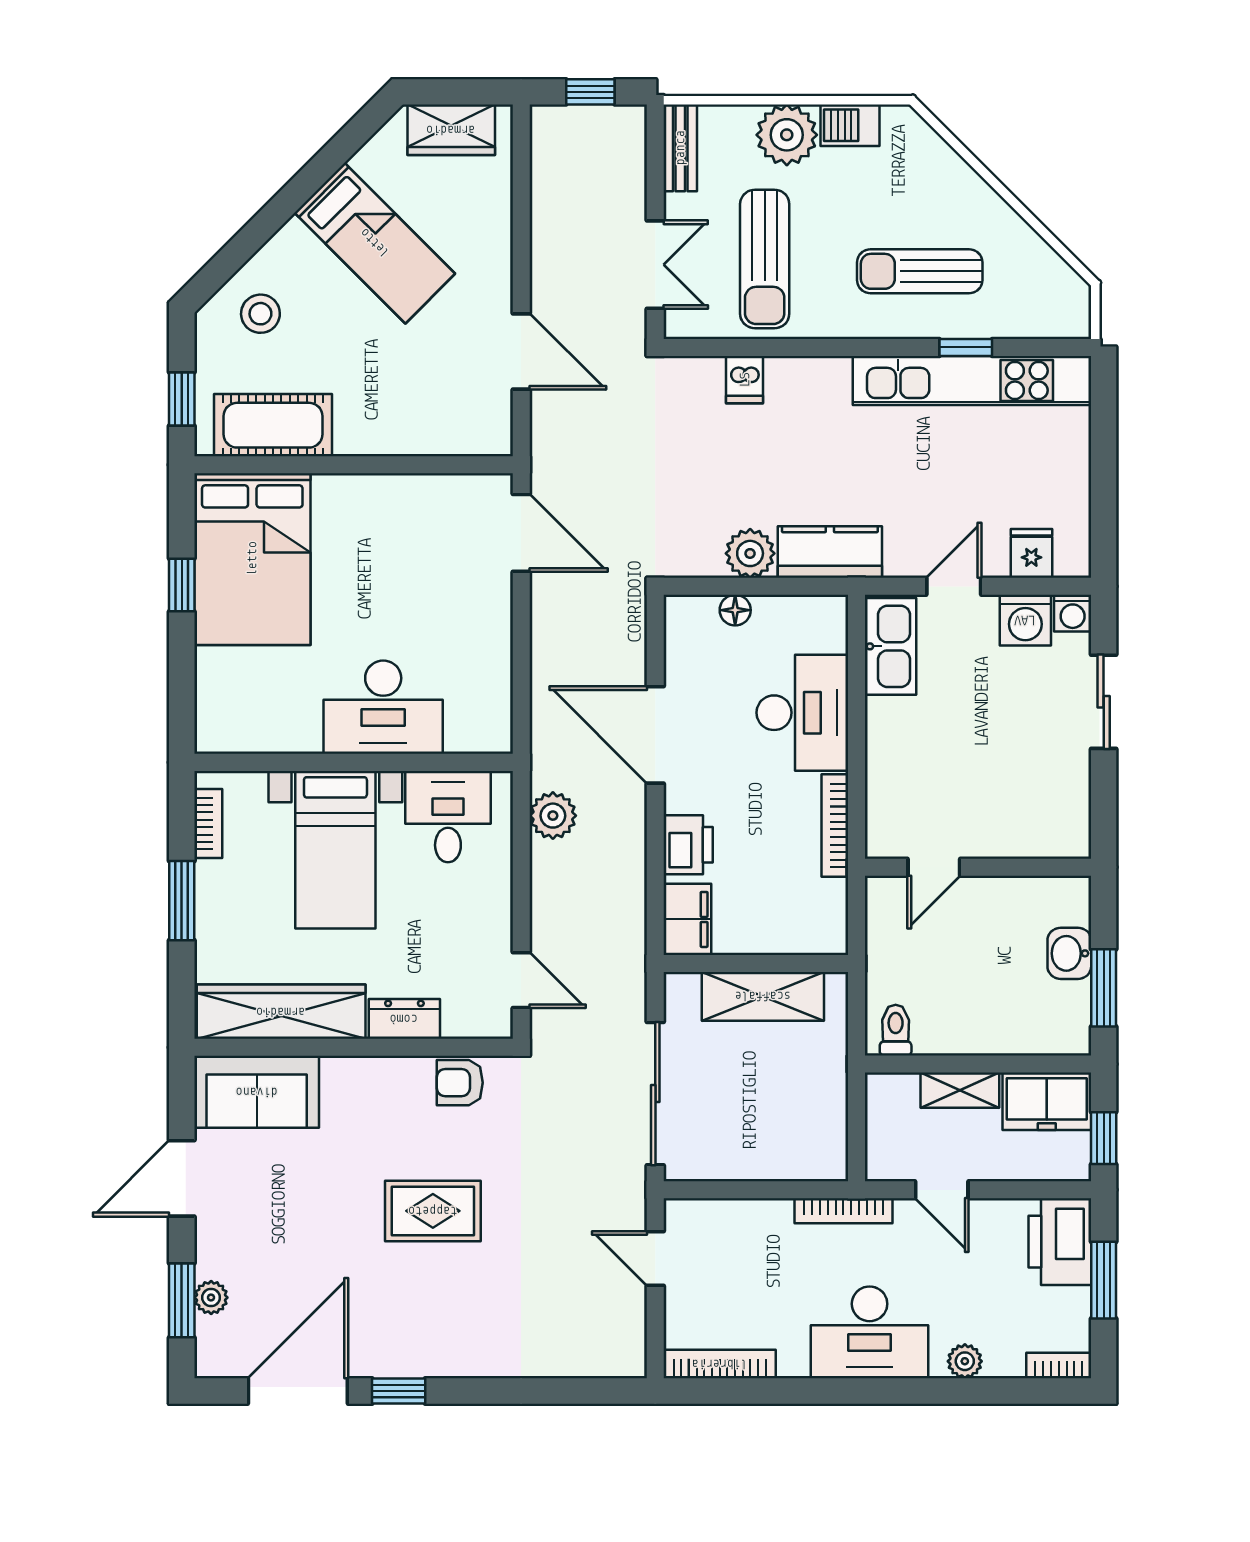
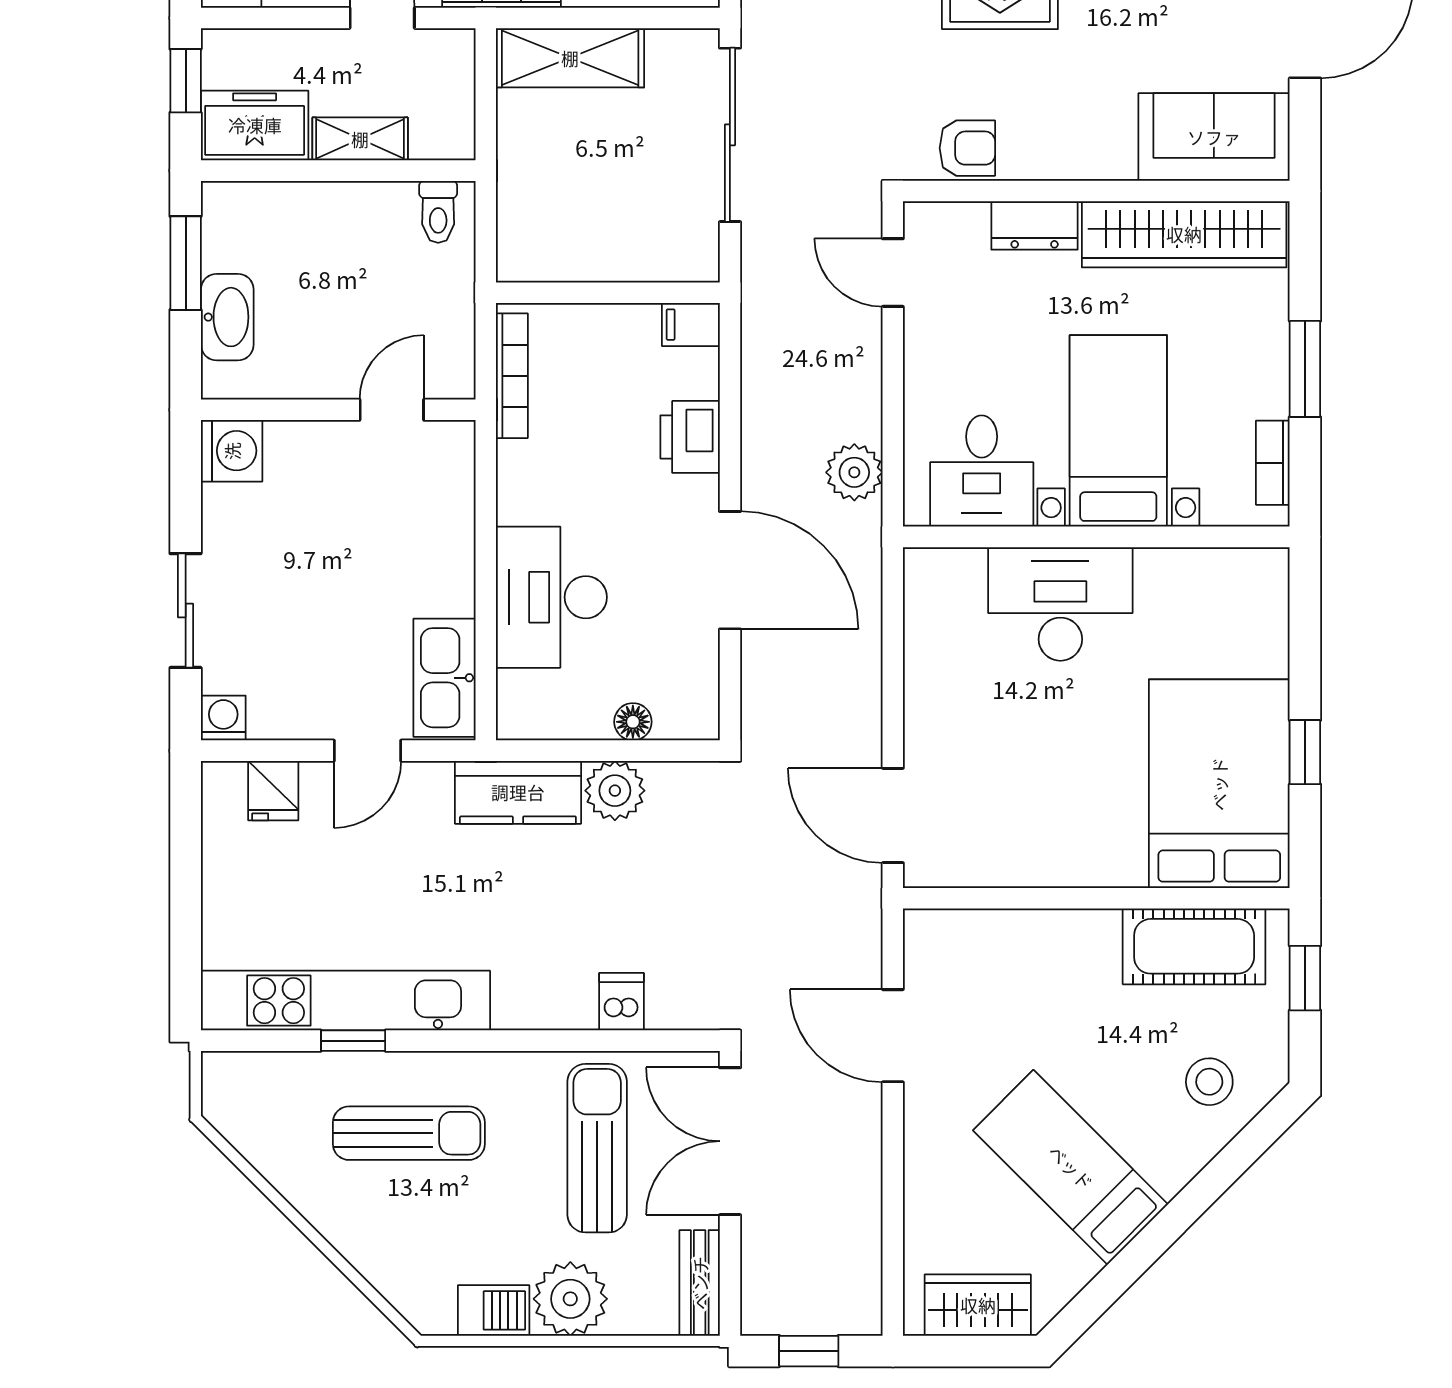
double door: (655, 265) -> (730, 1141), width x1.37
washing machine: (1025, 620) -> (232, 451), moved, turned 90
bookcase: (835, 826) -> (512, 376), moved
filing cabinet: (687, 919) -> (691, 325), width x0.50
washbasin: (1069, 953) -> (227, 317), width x1.38
shelving: (763, 996) -> (570, 58), moved

